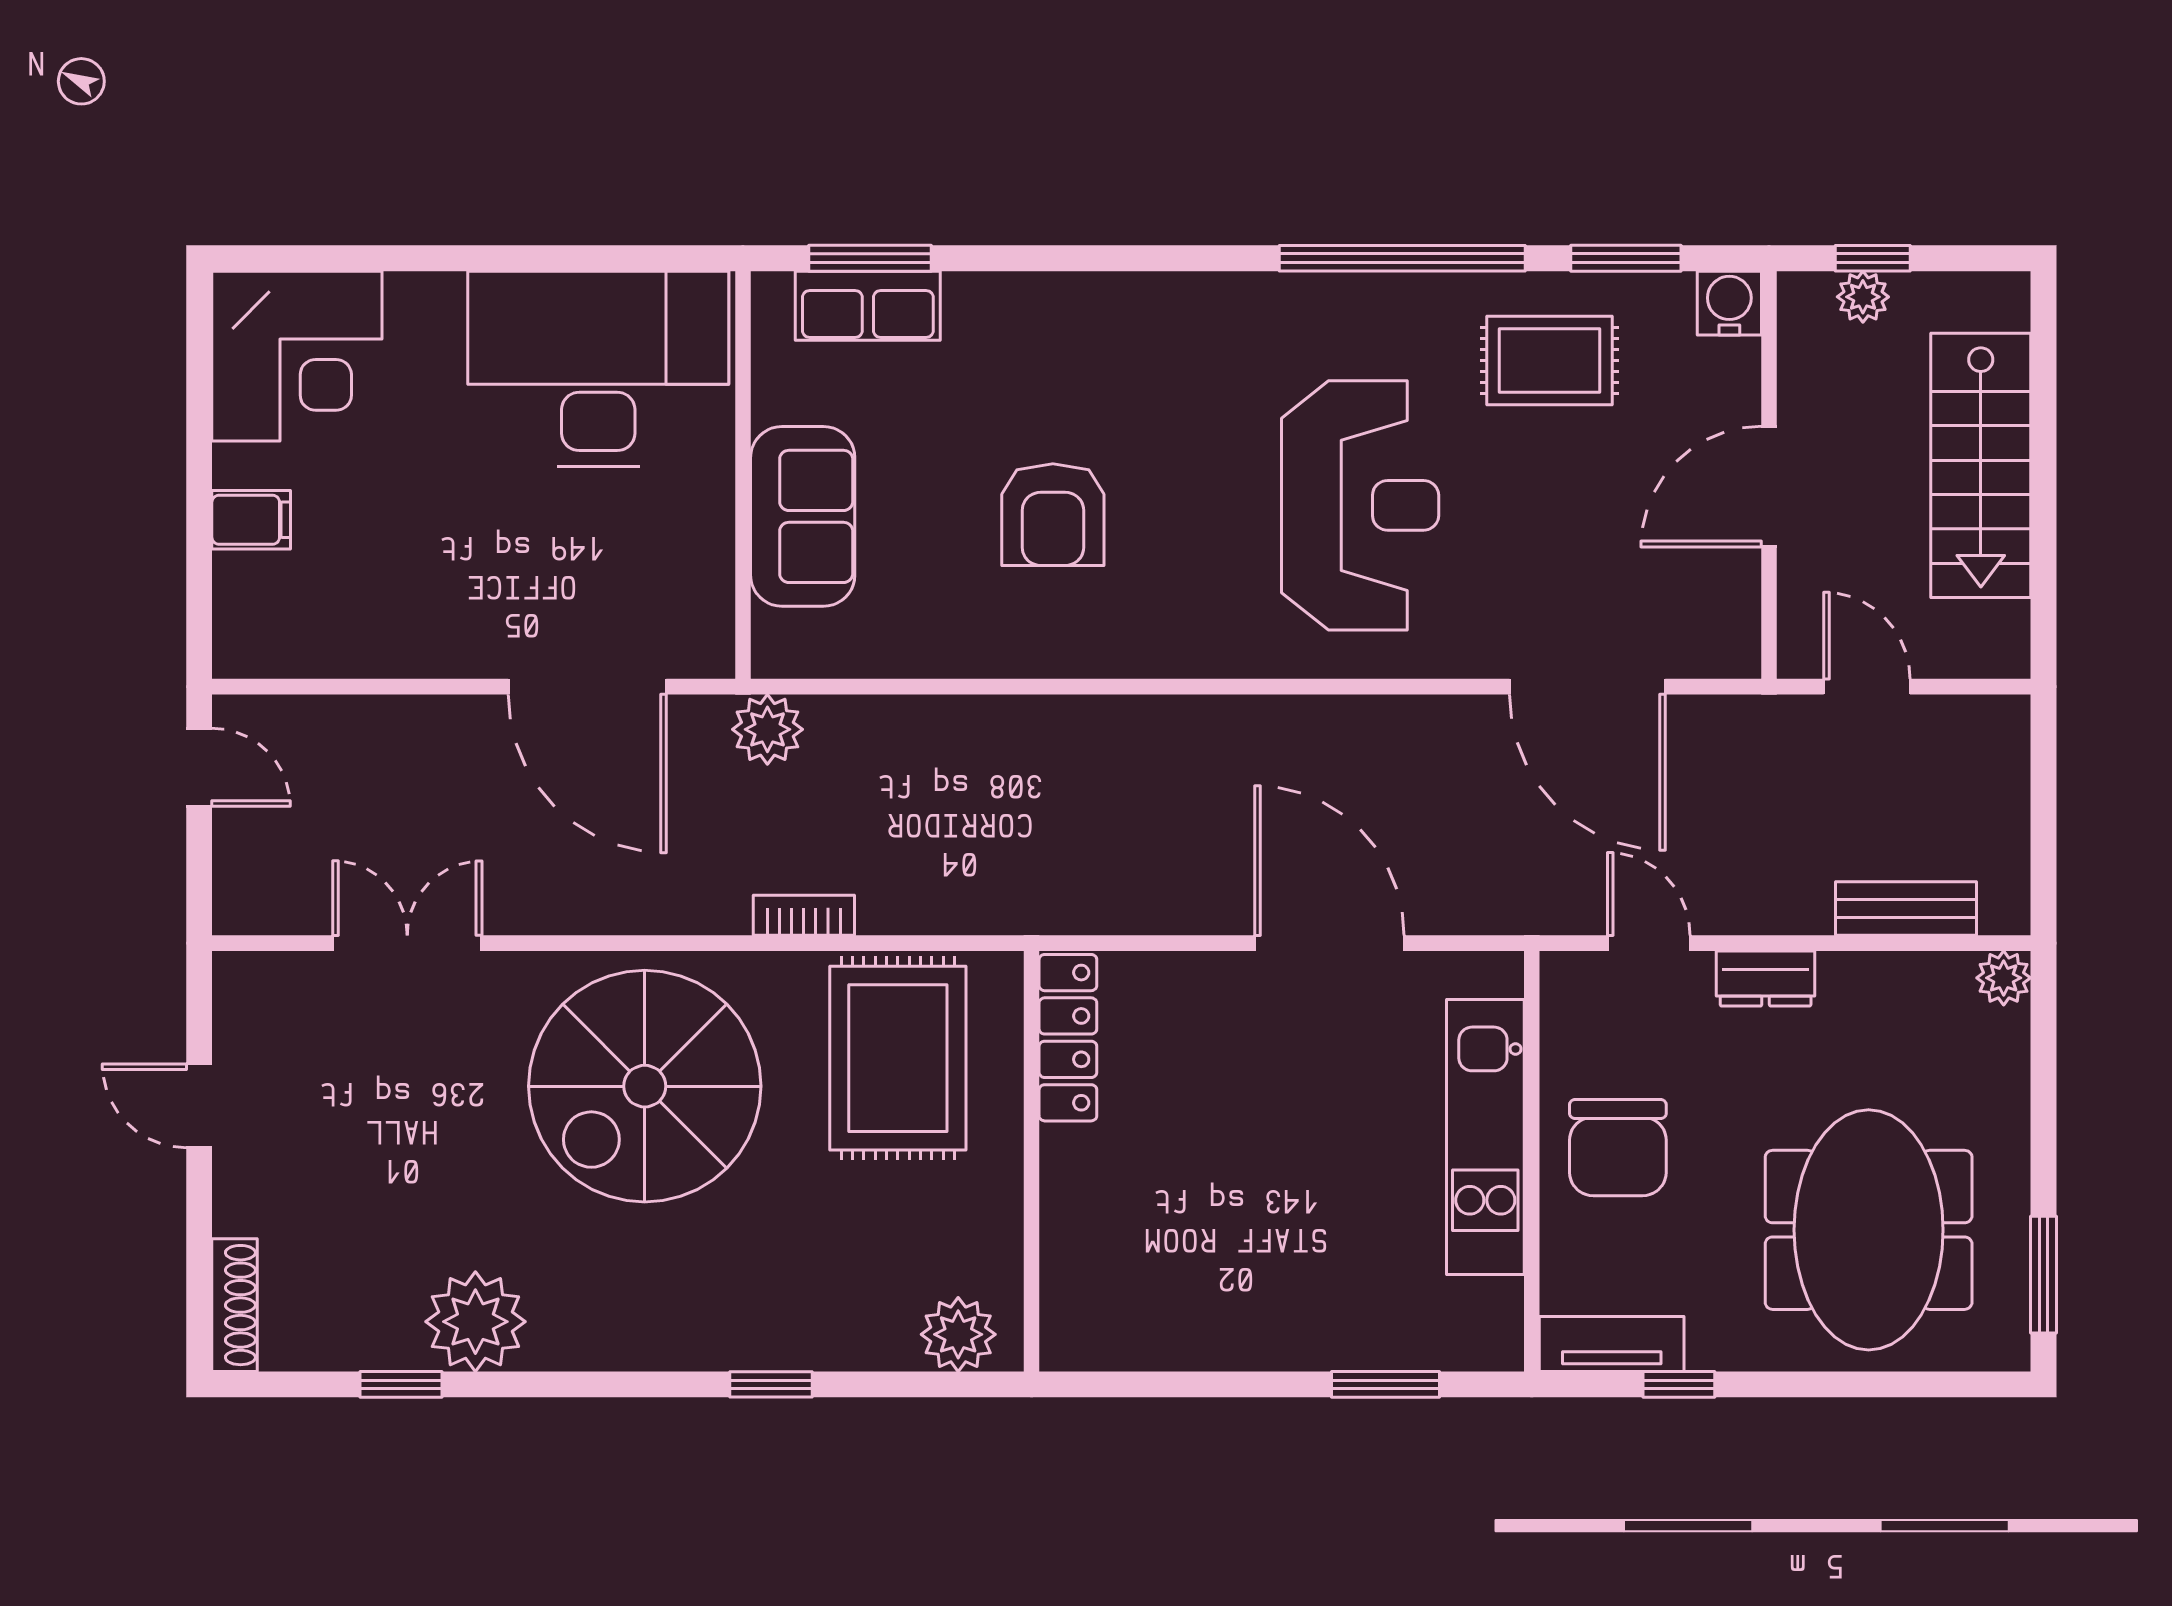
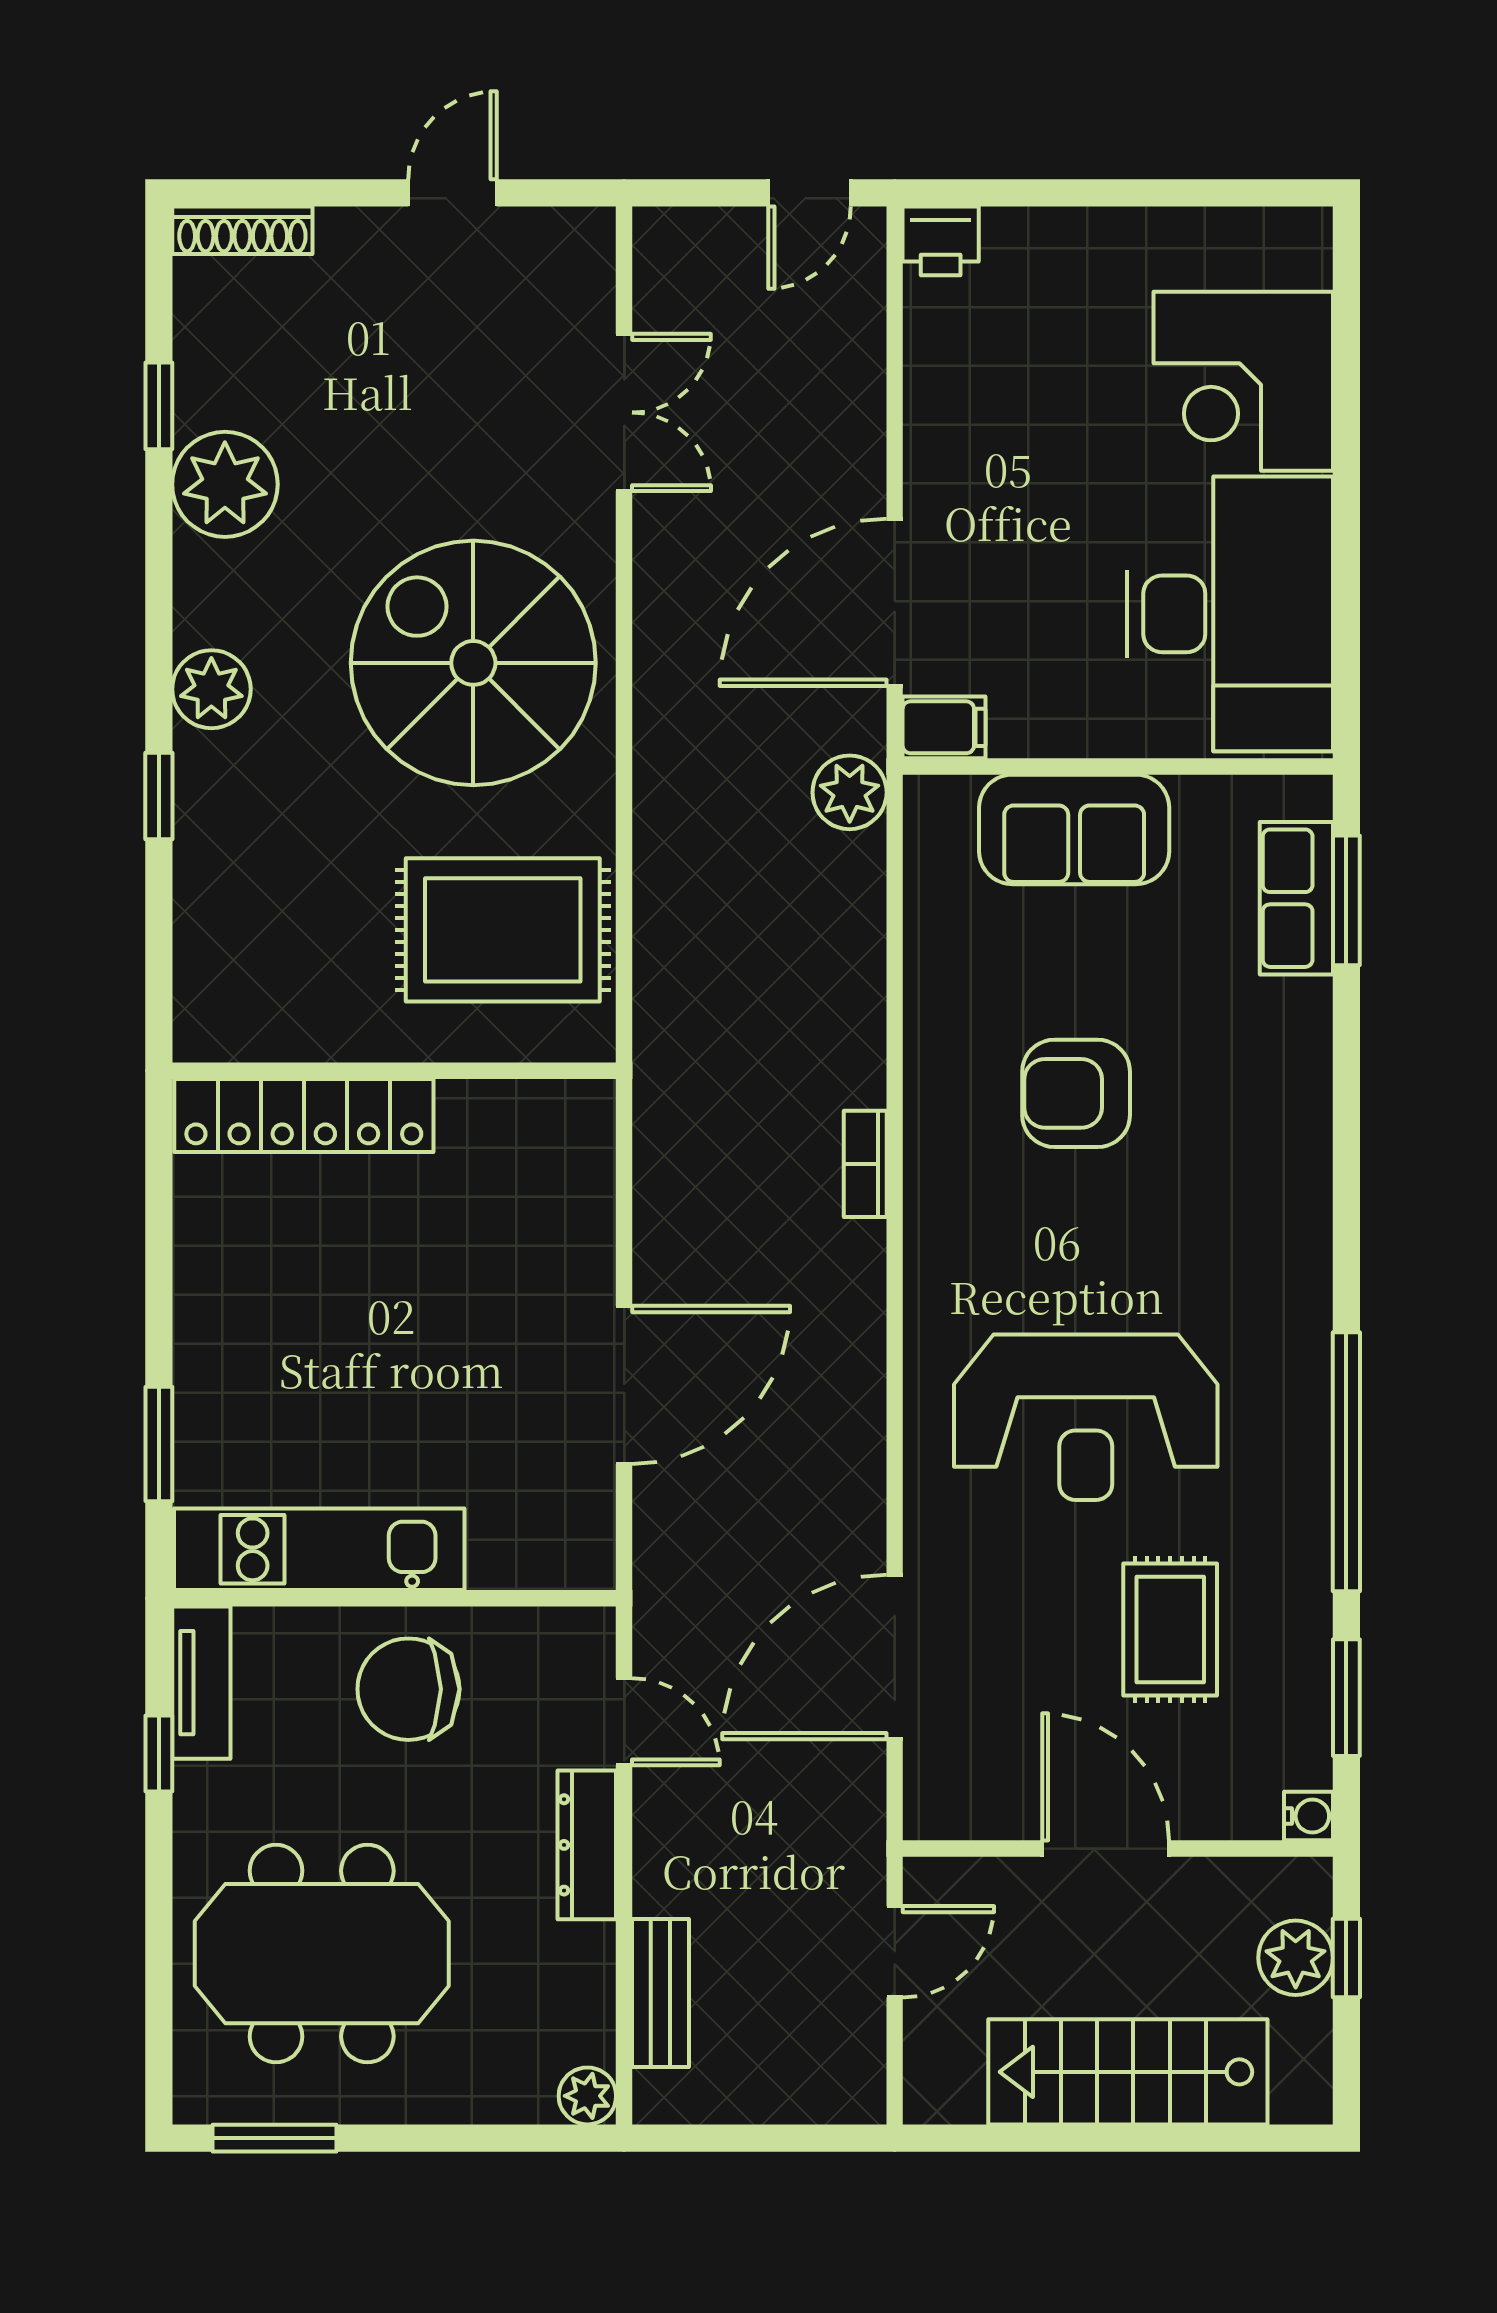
plant: (1863, 297) -> (1296, 1958), width x1.38, depth x1.38
water cooler: (1729, 303) -> (1308, 1816), width x0.72, depth x0.72
corner desk: (297, 356) -> (1243, 381), moved
rug: (1549, 361) -> (1170, 1630), moved
filing cabinet: (251, 520) -> (944, 727), moved, turned -90
printer: (245, 643) -> (941, 241), added
bookcase: (804, 915) -> (865, 1164), moved, turned 180
door: (1649, 943) -> (624, 1722), hinge flipped
dresser: (1766, 978) -> (587, 1845), width x1.44
locker: (1068, 1038) -> (304, 1116), moved, width x1.41, depth x1.21
kitchen unit: (1485, 1137) -> (319, 1549), moved
plant: (958, 1334) -> (211, 689), moved

